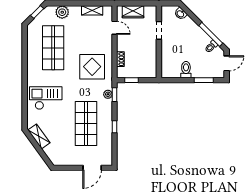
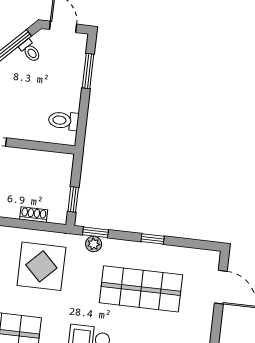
toilet: (186, 70) -> (64, 121), moved

